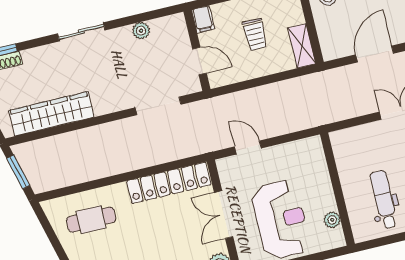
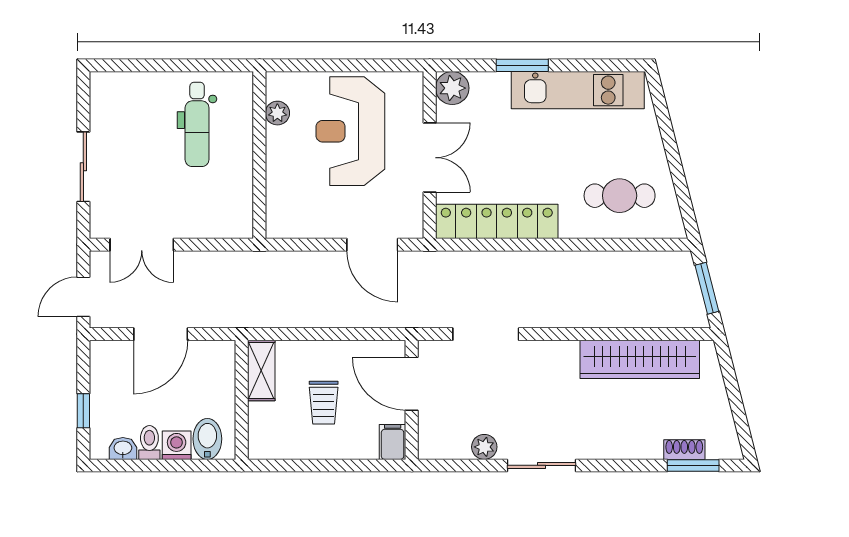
sliding door: (81, 32) -> (542, 465), moved
trolley: (255, 34) -> (324, 403), turned 180
door: (199, 61) -> (412, 384), width x1.38
door: (248, 147) -> (372, 245), width x1.38

